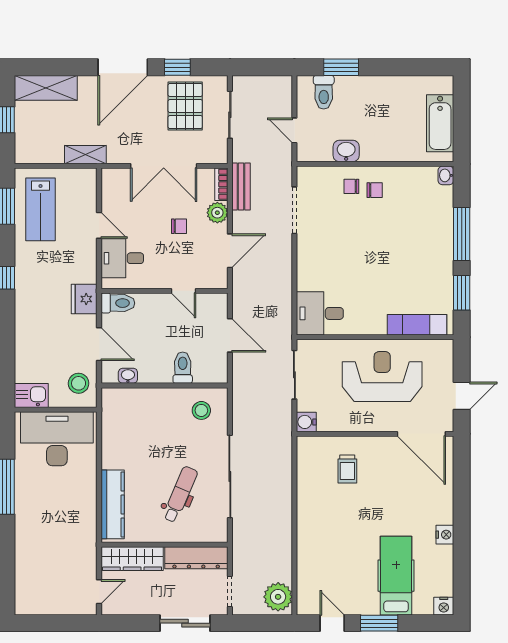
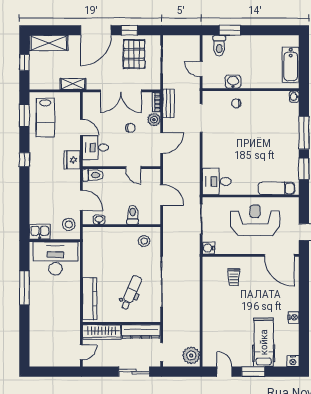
chair: (375, 190) -> (251, 106), removed
fridge: (84, 299) -> (72, 160), moved

